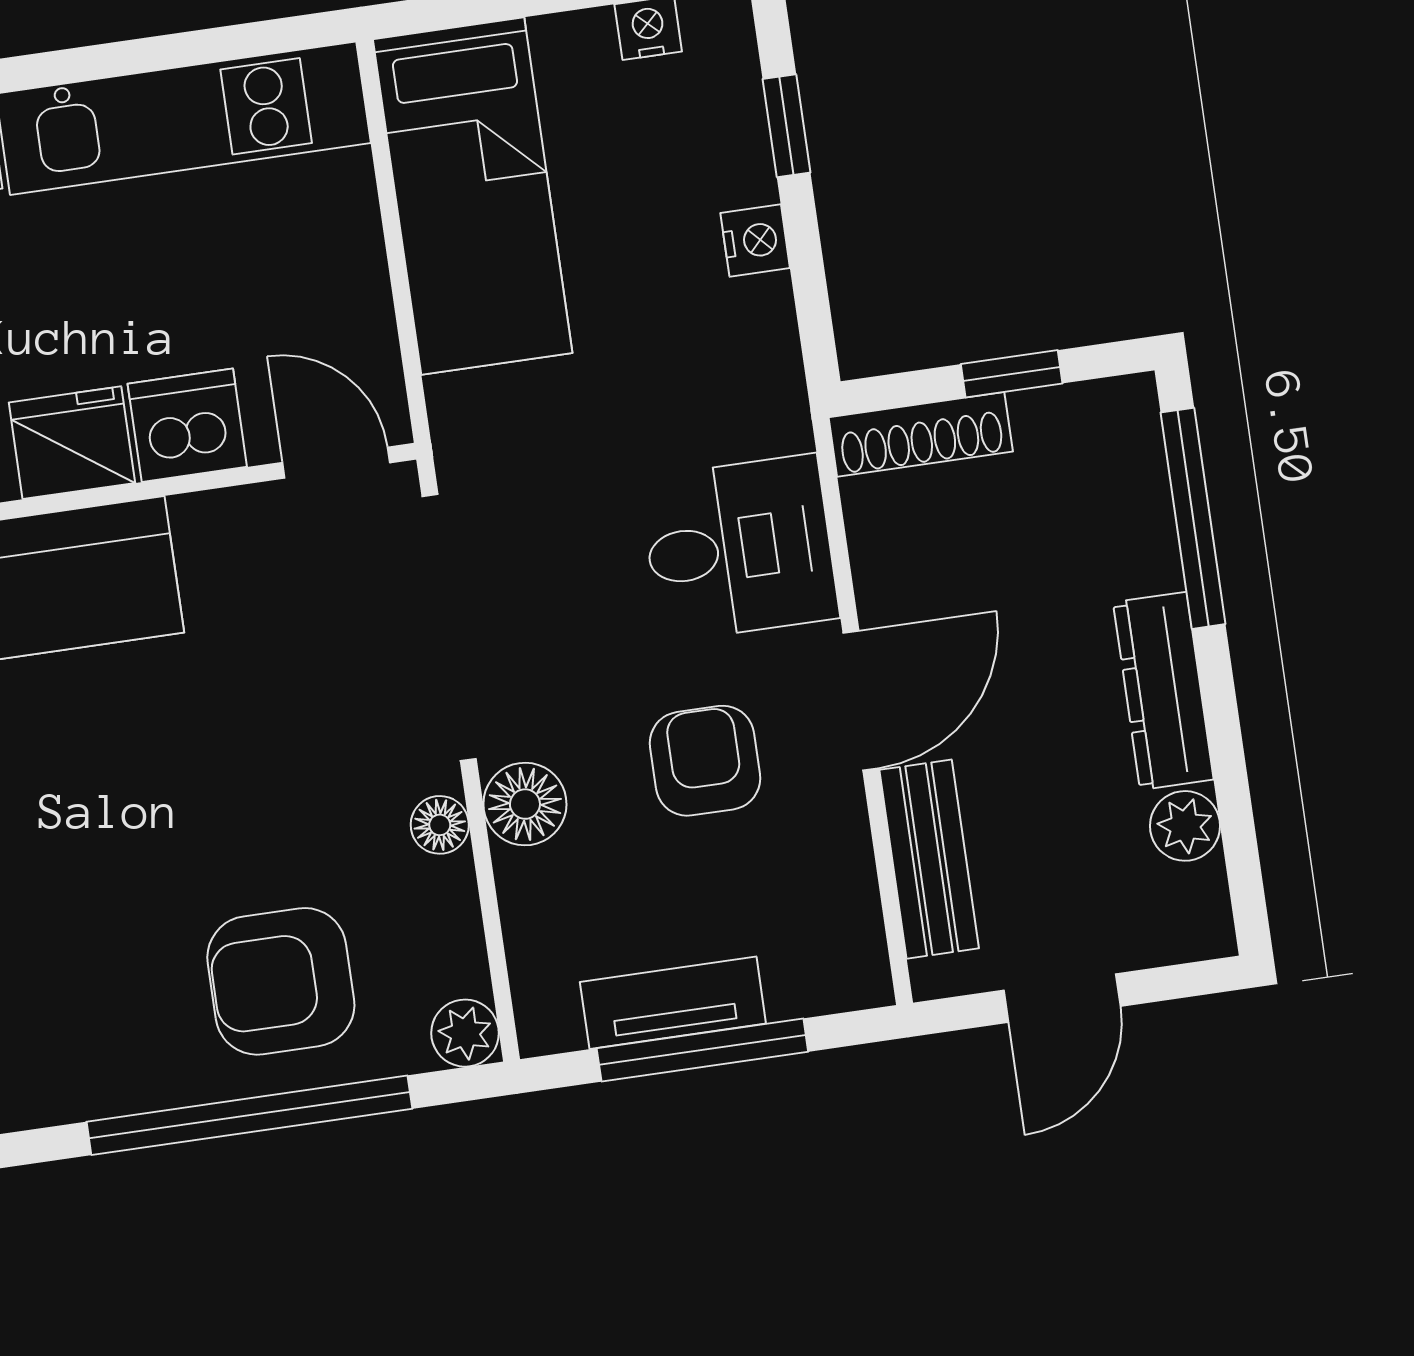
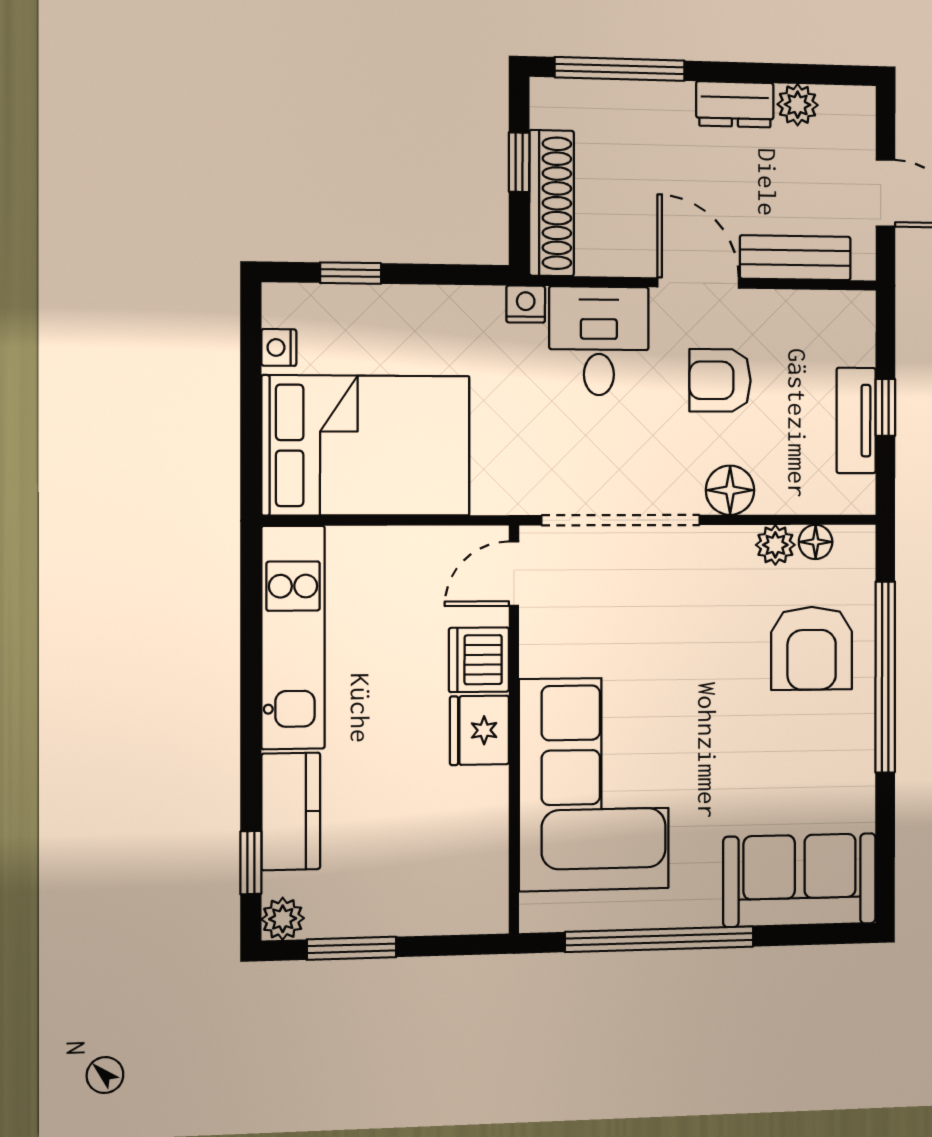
bed: (473, 196) -> (366, 446), width x1.50
nightstand: (755, 241) -> (526, 304), moved
shoe rack: (921, 434) -> (552, 203), width x1.36, depth x1.24
dresser: (1163, 691) -> (735, 104), width x0.70
floor lamp: (440, 825) -> (816, 542), moved
plant: (465, 1033) -> (775, 545), moved
window: (702, 1050) -> (885, 407), width x0.46

